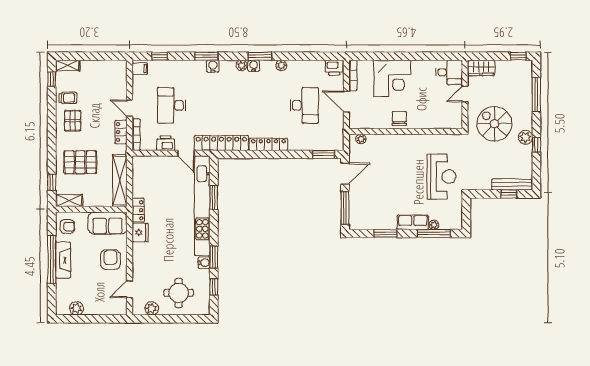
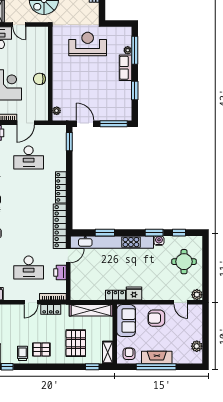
desk: (304, 105) -> (29, 158), turned 180
plant: (152, 308) -> (197, 295), moved

